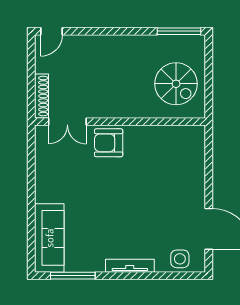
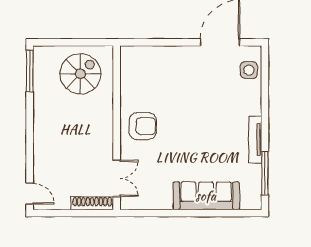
armchair: (109, 143) -> (143, 126), moved, turned -90
sofa: (49, 238) -> (206, 196), moved
tv unit: (130, 266) -> (255, 140), moved

